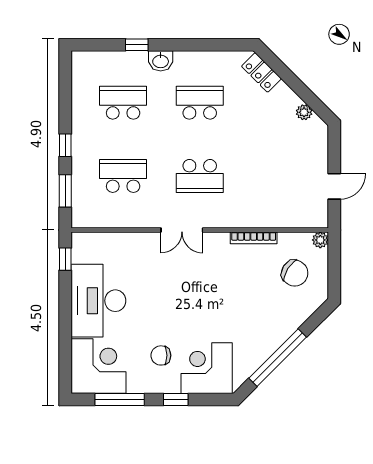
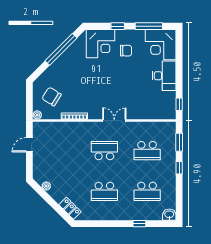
washbasin: (161, 61) -> (169, 215), moved
desk: (98, 301) -> (164, 76), width x0.73, depth x0.77

